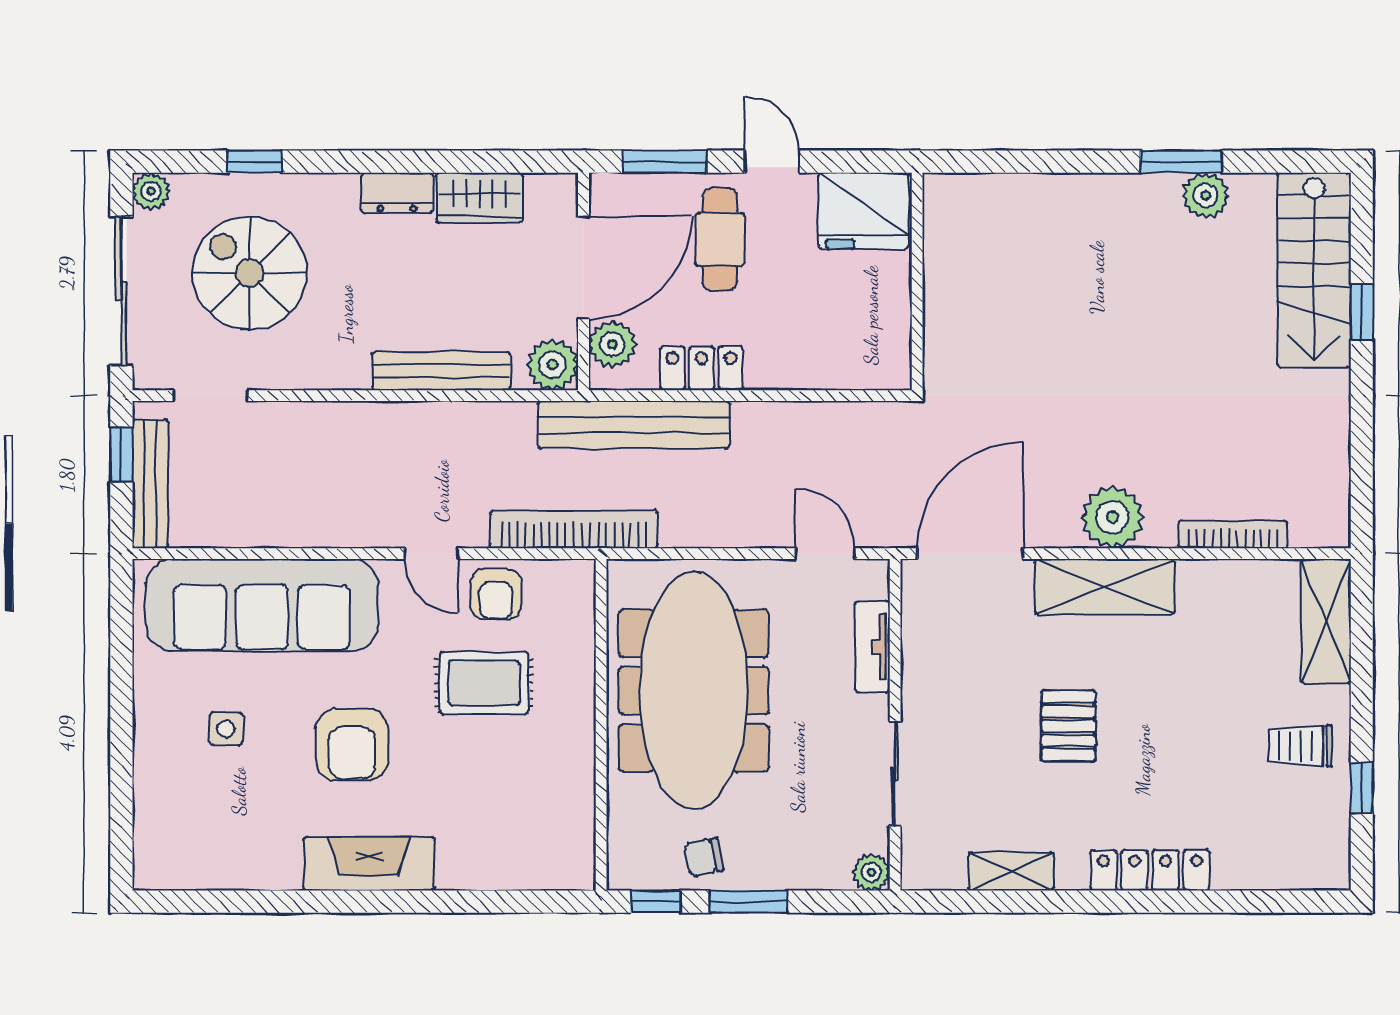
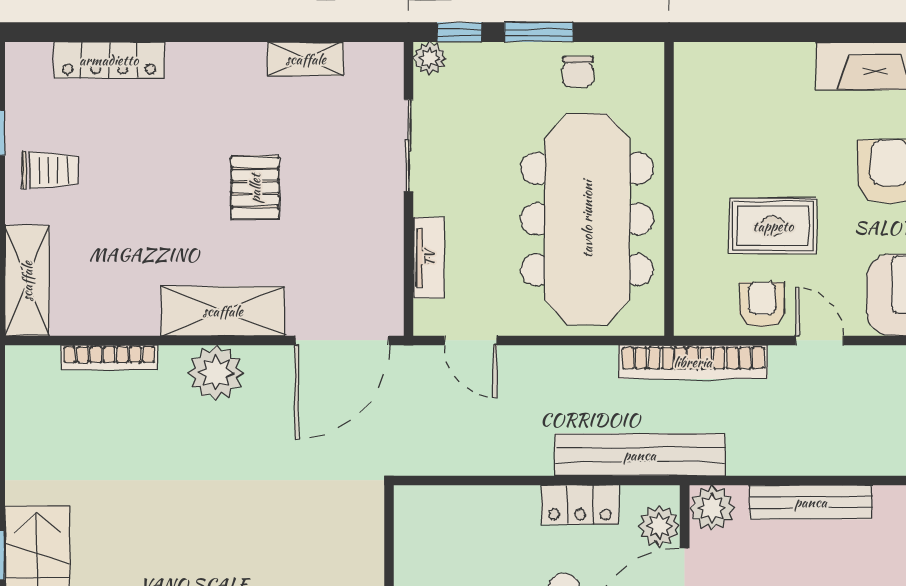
chair: (704, 857) -> (578, 72), turned 101
locker: (1150, 870) -> (109, 60), moved
window: (656, 902) -> (459, 32), moved

